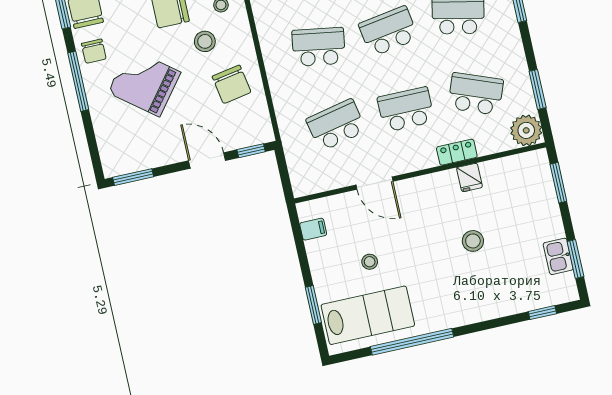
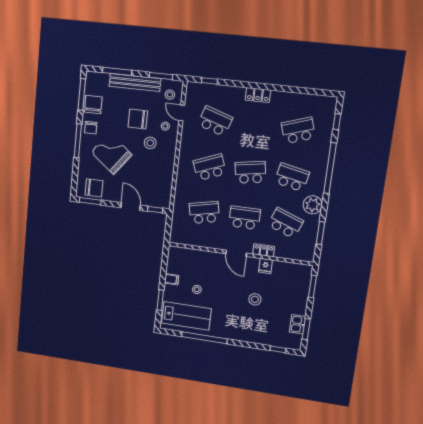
school desk: (319, 47) -> (210, 167), turned -30
chair: (232, 84) -> (94, 188), moved, turned -80
plant: (526, 130) -> (313, 205), moved
door: (374, 183) -> (236, 253), moved
filing cabinet: (313, 229) -> (172, 279), moved

